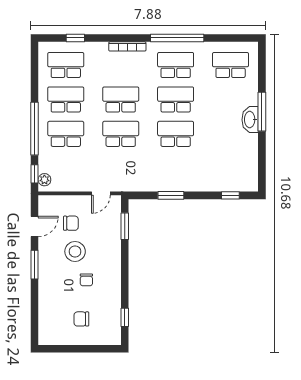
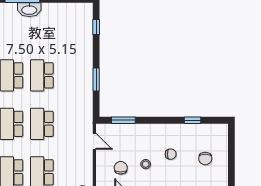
stool: (75, 251) -> (146, 164), width x0.53, depth x0.53
window: (125, 317) -> (193, 120), moved

